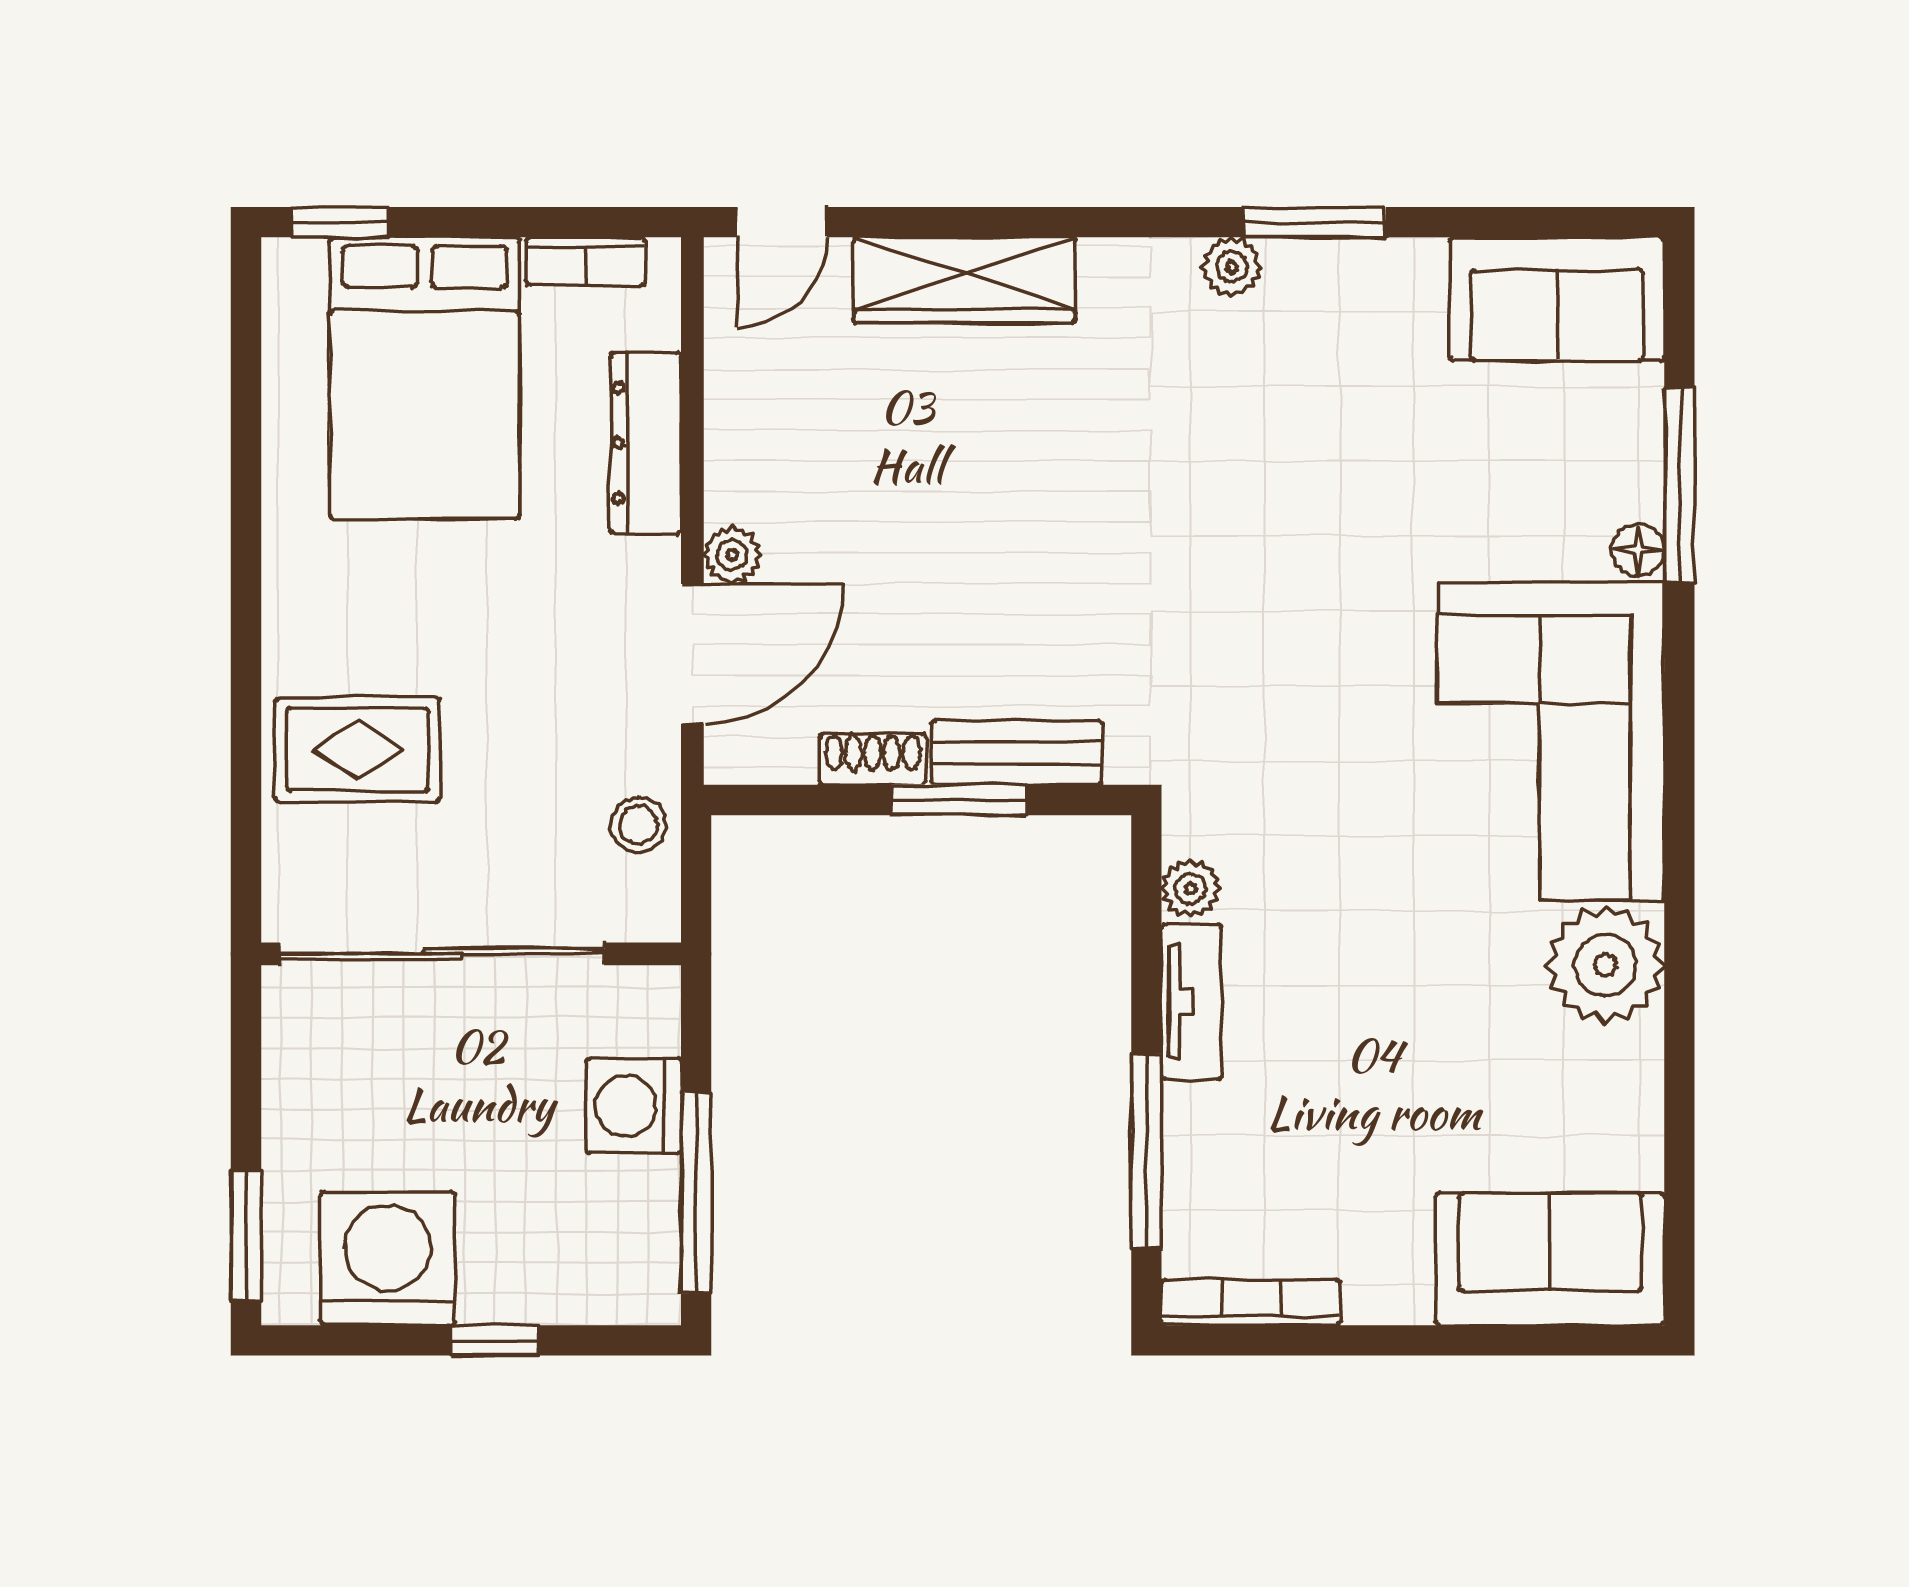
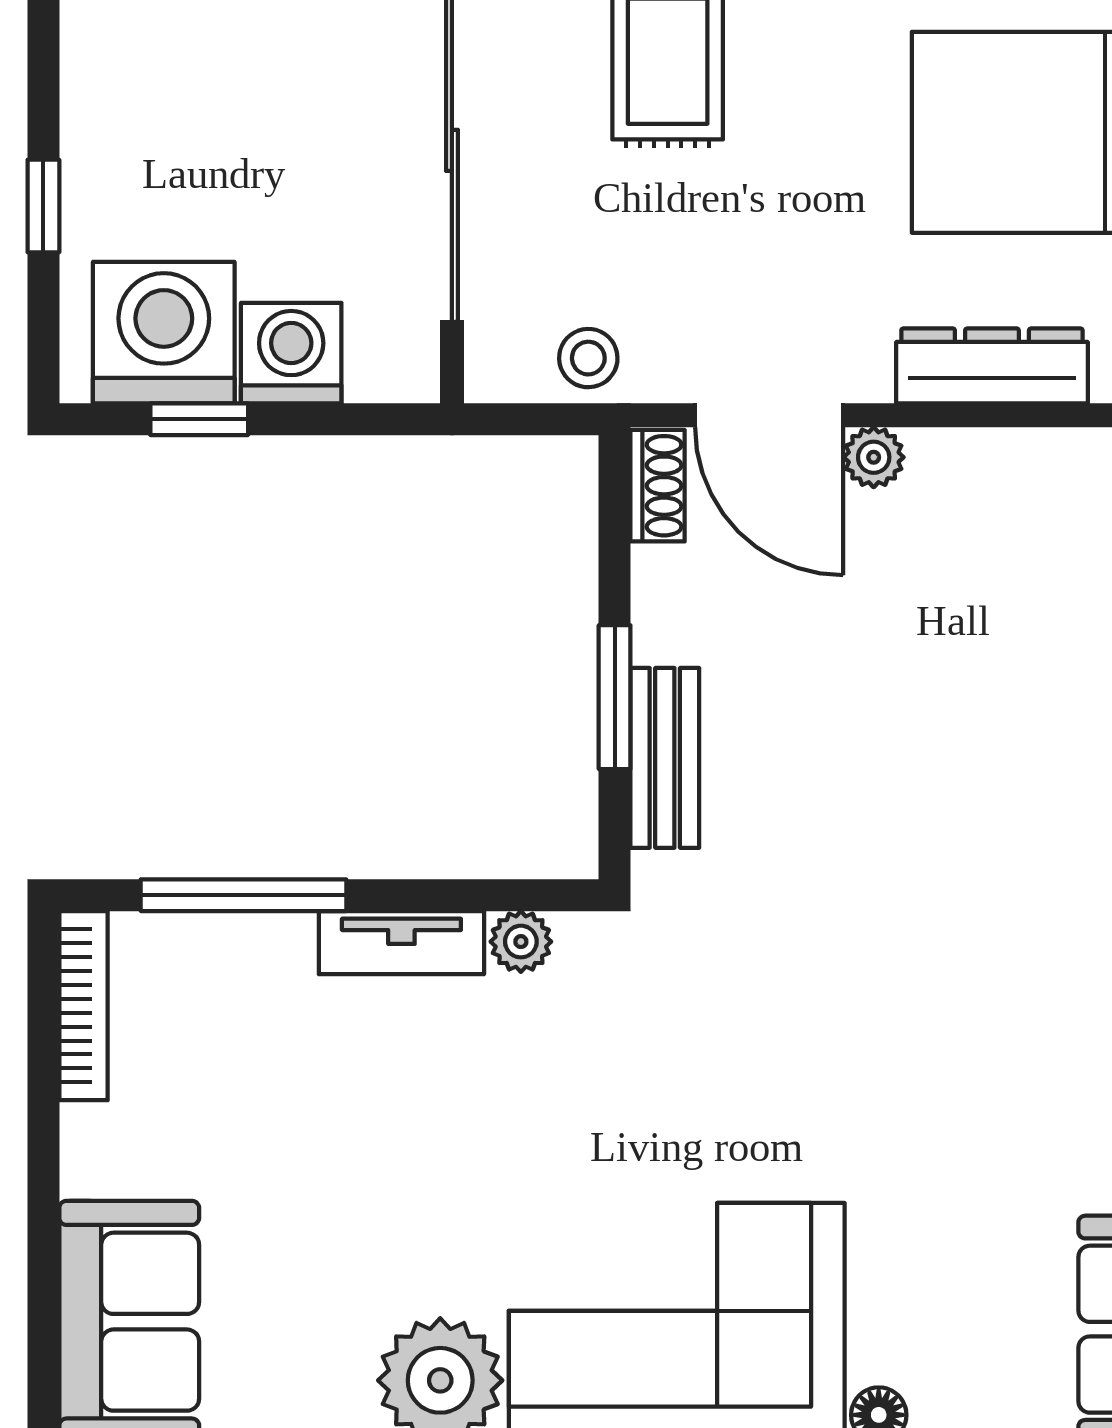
shoe rack: (873, 759) -> (658, 486), moved
window: (696, 1193) -> (199, 419), width x0.46
washing machine: (388, 1258) -> (164, 333), moved, turned -90

